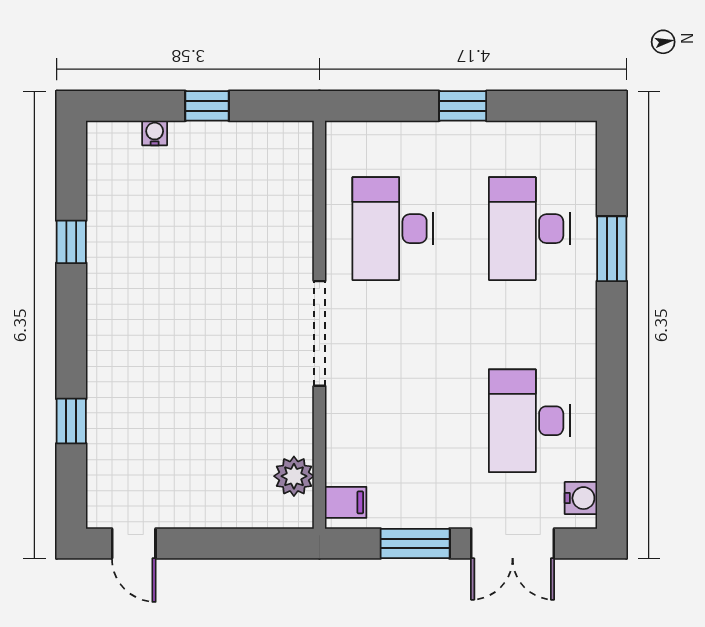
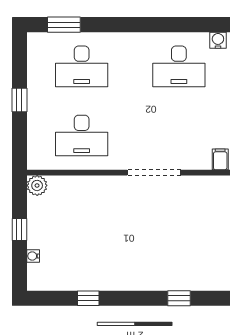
window: (612, 249) -> (64, 25), moved
doorway: (319, 333) -> (154, 173), moved
plant: (294, 476) -> (37, 185), moved

